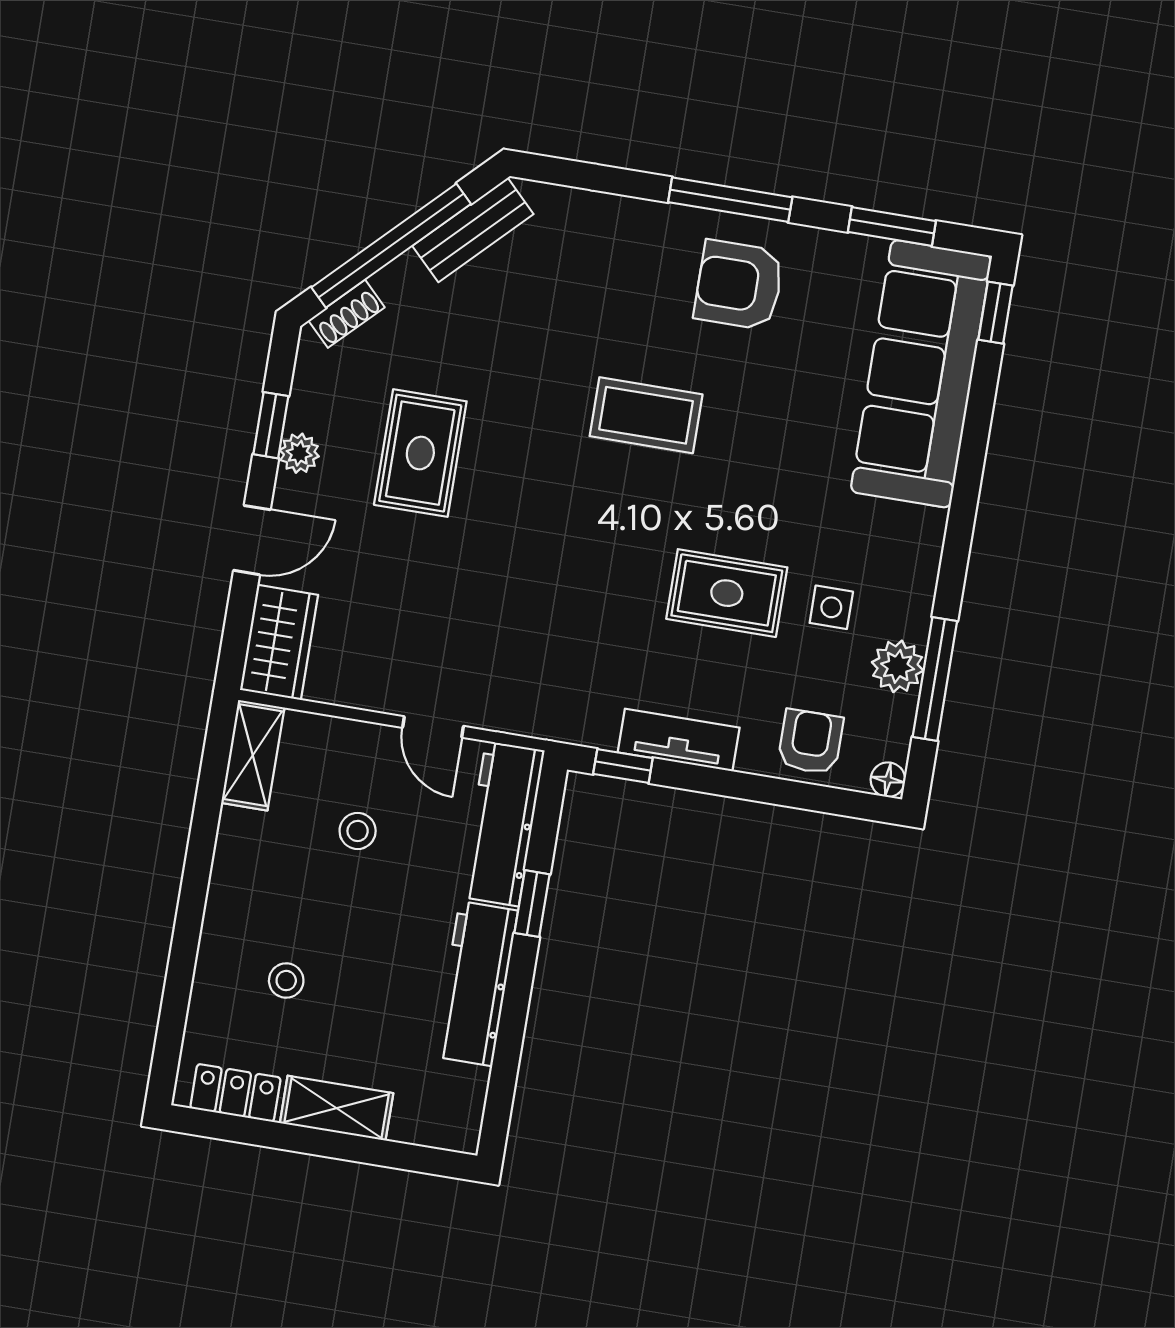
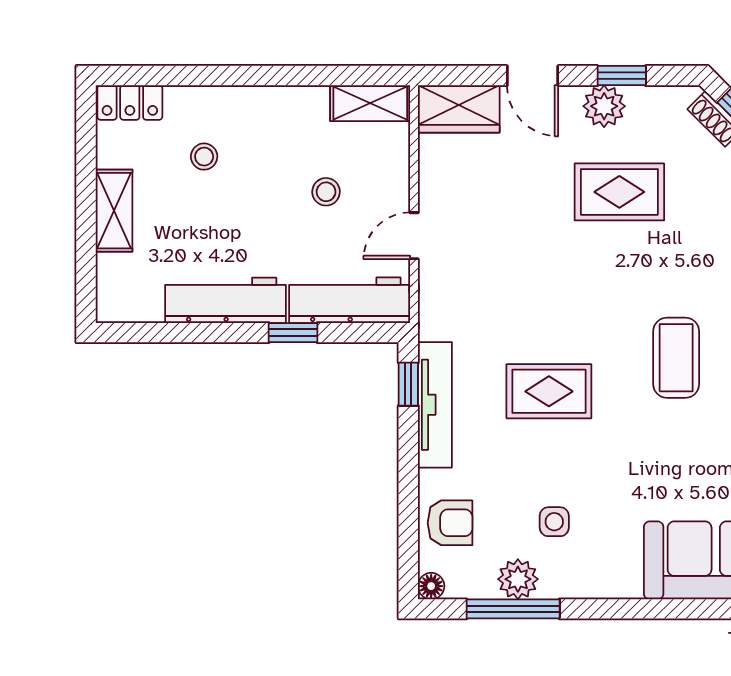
plant: (299, 453) -> (604, 106), width x1.38, depth x1.38
rug: (727, 593) -> (549, 391), moved, turned 90
tv unit: (679, 740) -> (435, 405), width x1.41
locker: (235, 1093) -> (130, 102), moved, turned 90

